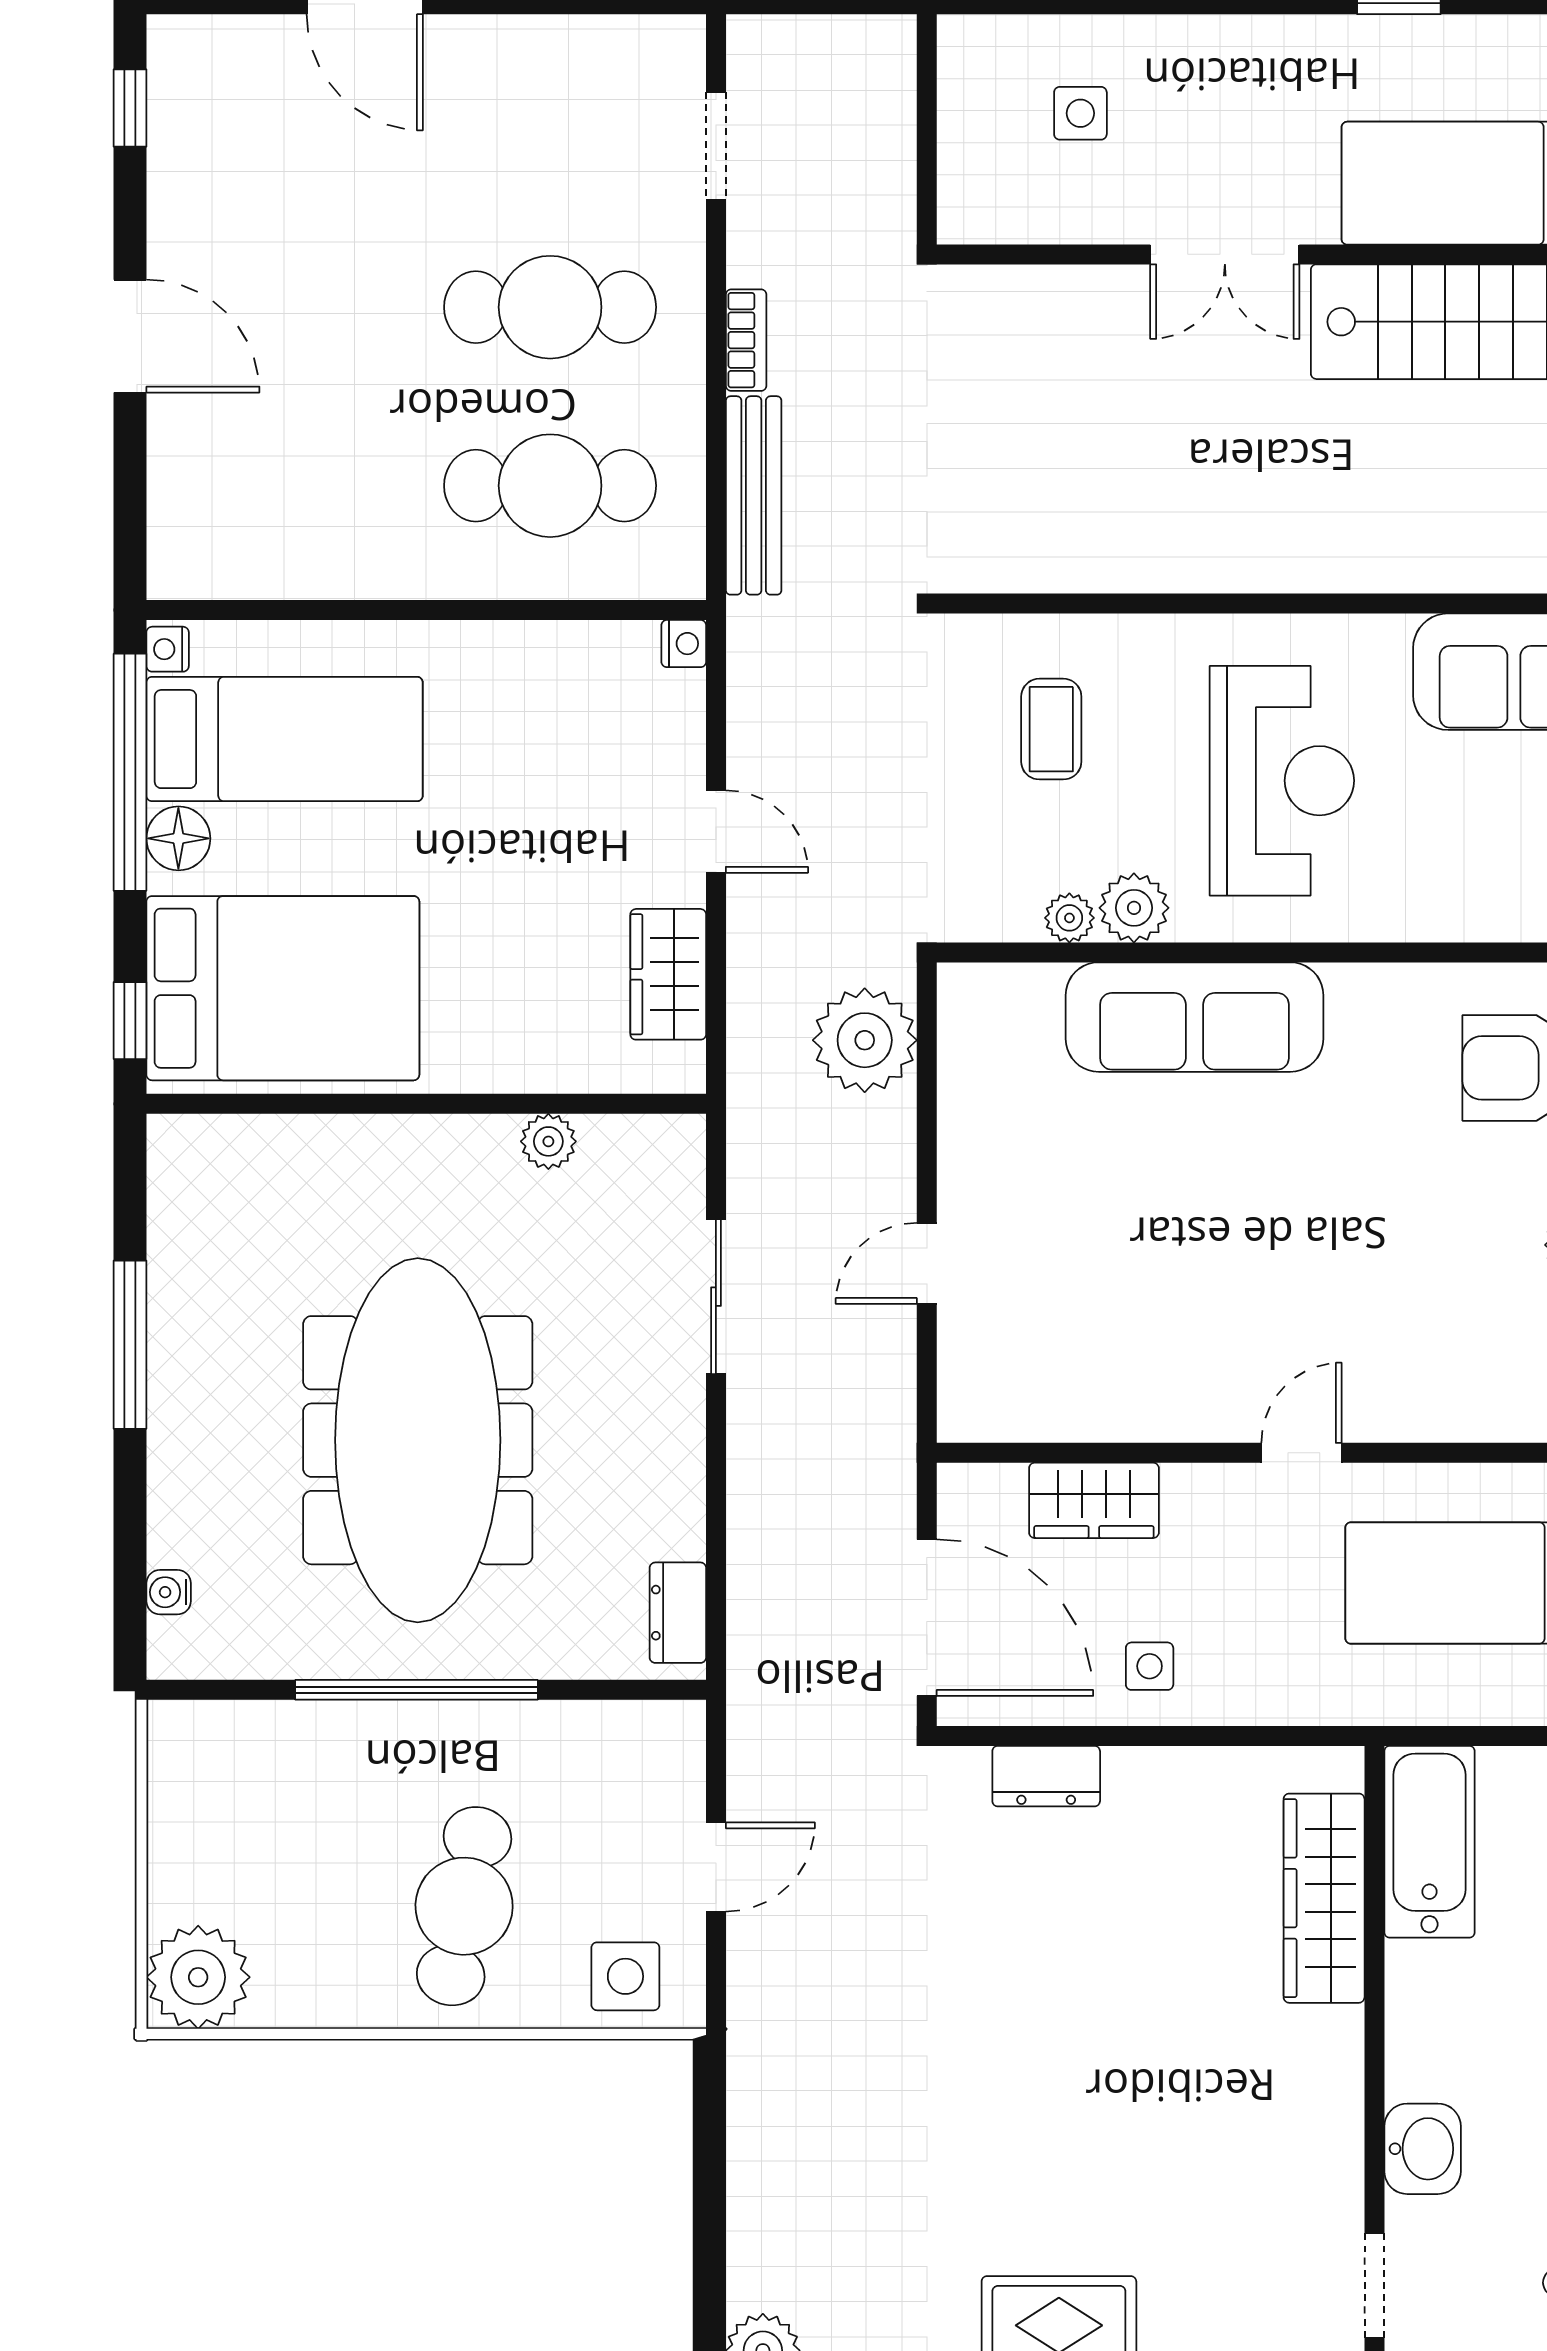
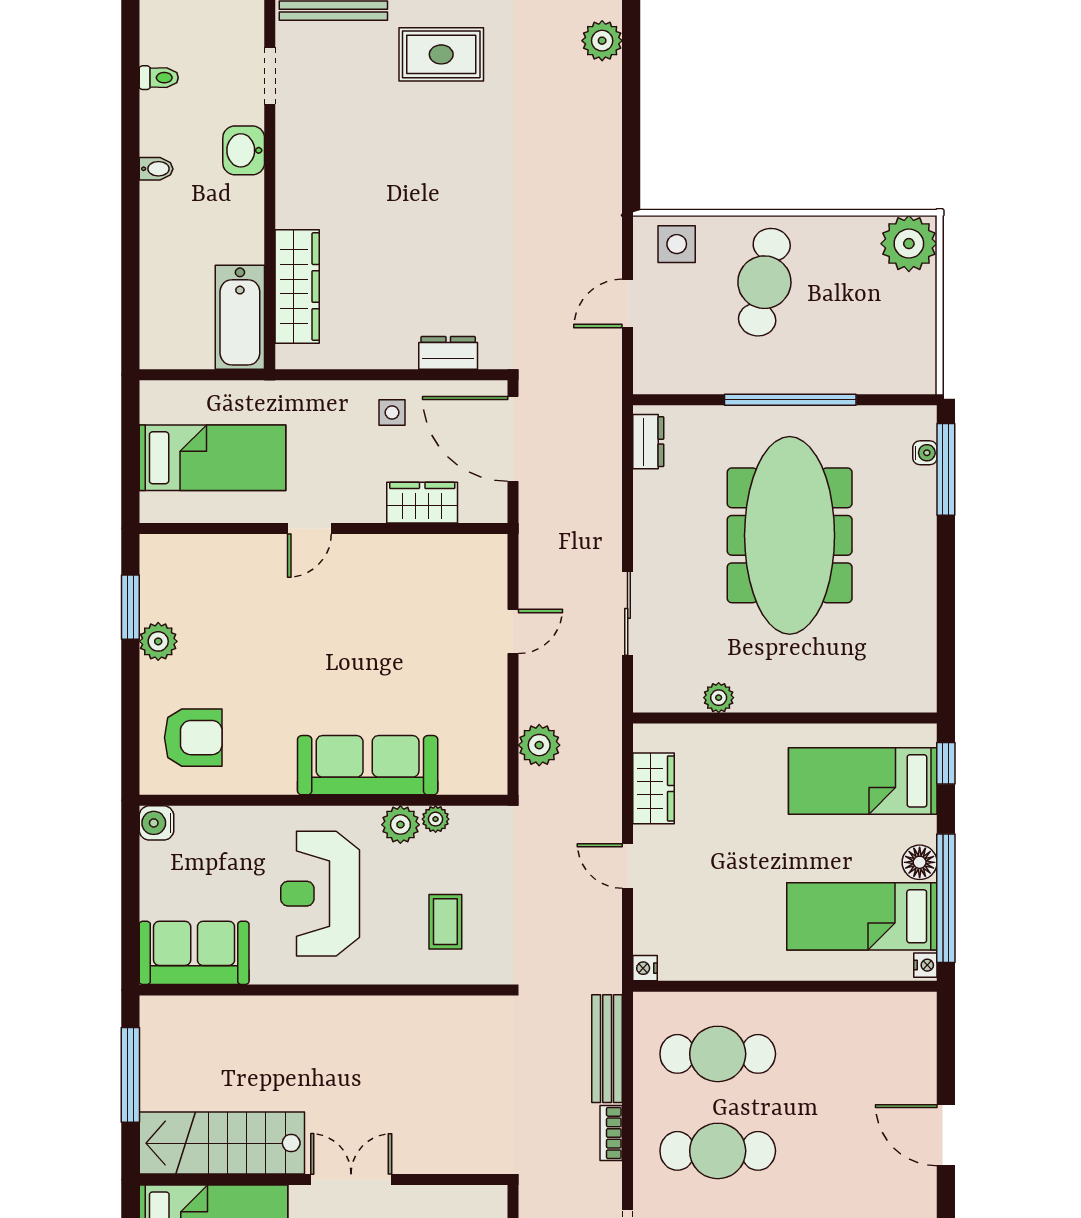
bed: (283, 988) -> (863, 781), width x0.67
plant: (865, 1040) -> (539, 745), width x0.73, depth x0.73
window: (130, 1345) -> (946, 469), moved

